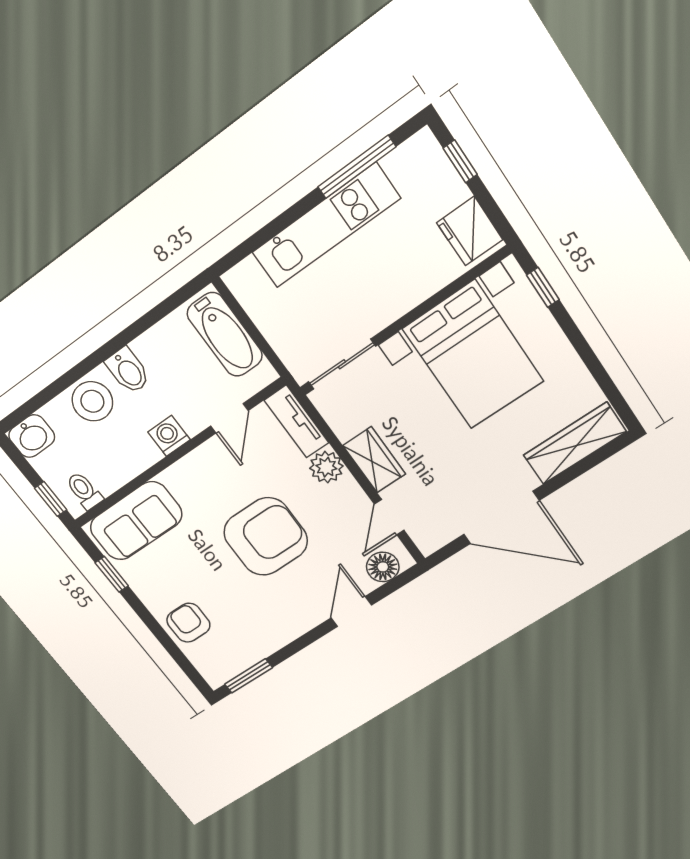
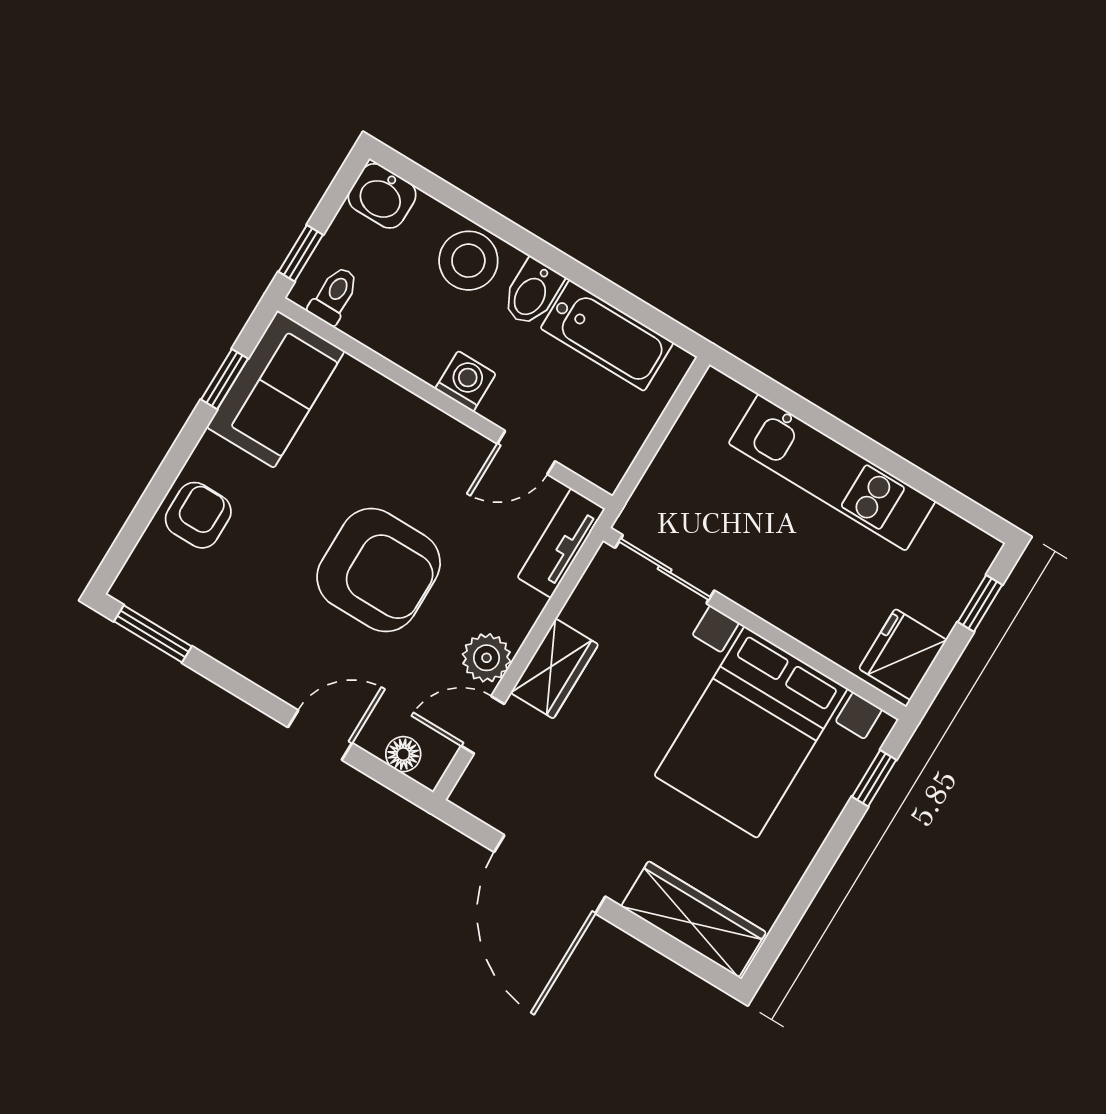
window: (357, 167) -> (919, 480), removed
bathtub: (225, 335) -> (607, 335), moved, turned -90
plant: (326, 467) -> (487, 658), moved
sofa: (136, 521) -> (276, 389), moved, turned -90
floor lamp: (383, 567) -> (403, 754), width x0.73, depth x0.73

